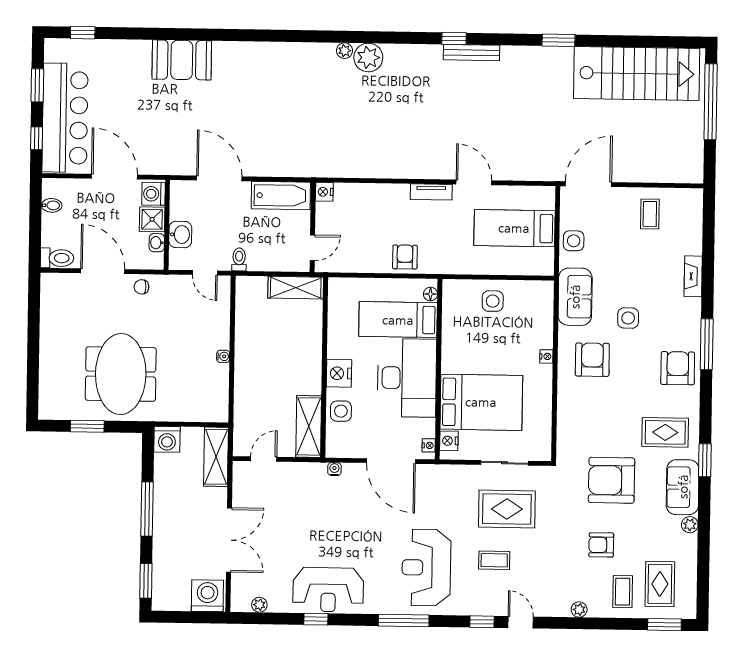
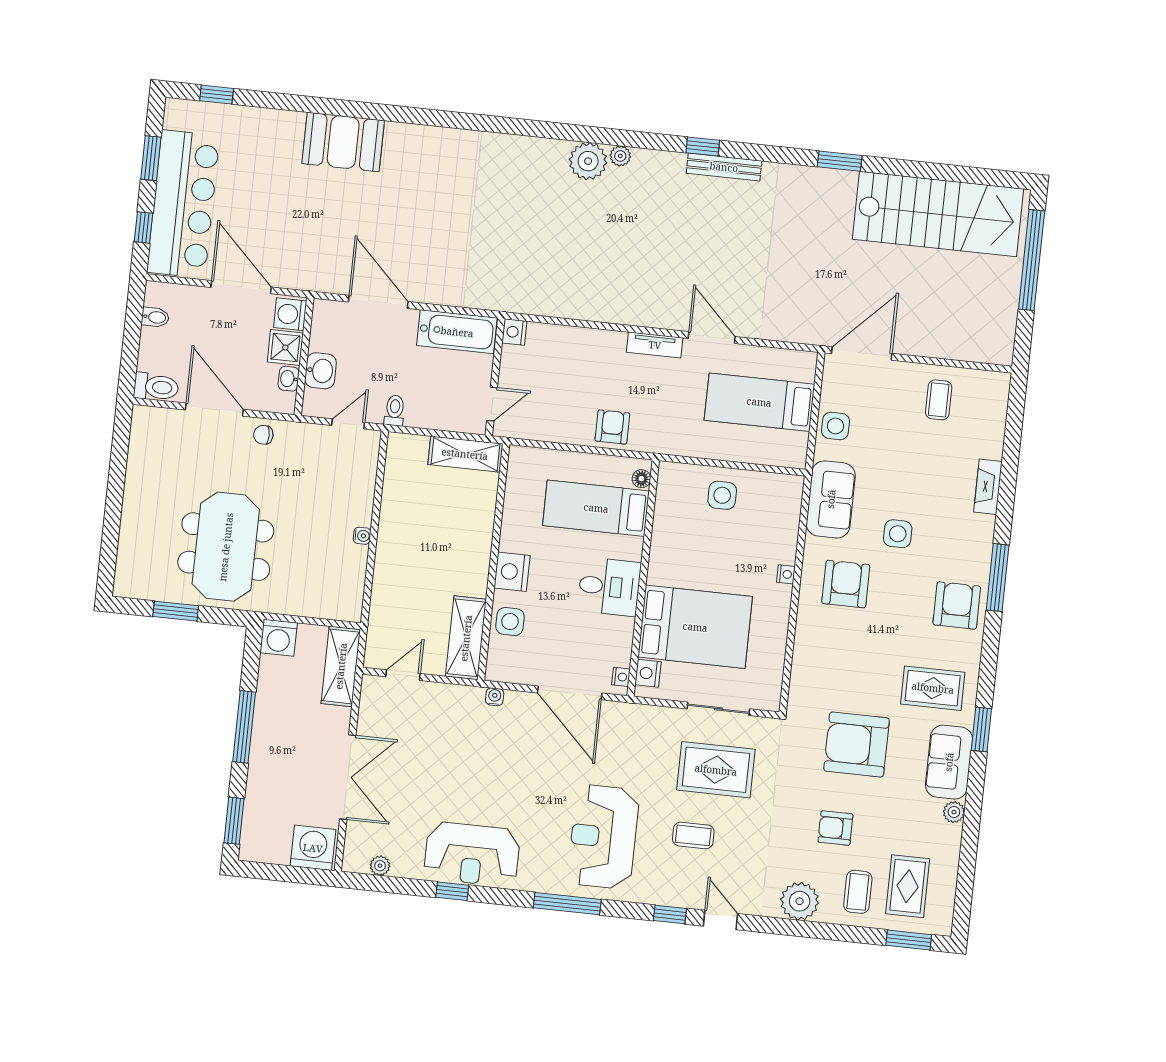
plant: (344, 51) -> (620, 156), moved
door: (205, 273) -> (348, 424), swing flipped
desk: (407, 378) -> (609, 587), width x0.53, depth x0.77
plant: (579, 610) -> (800, 901), width x1.88, depth x1.88

